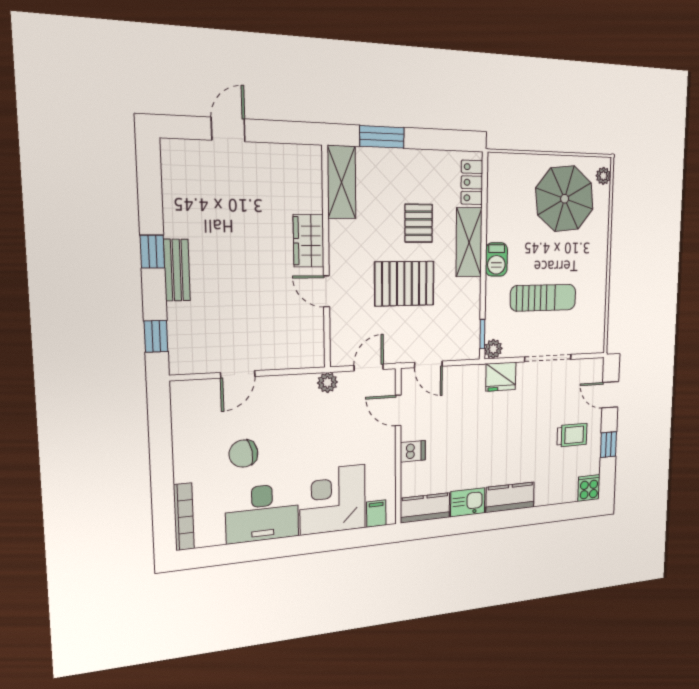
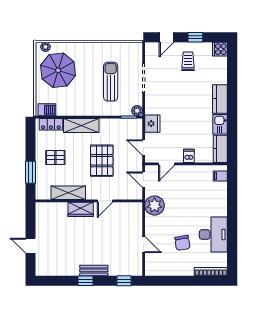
shelving: (342, 182) -> (68, 193), moved
pallet: (419, 223) -> (55, 158), moved
barbecue: (496, 259) -> (47, 110), moved
door: (428, 364) -> (144, 148), swing flipped
fridge: (501, 377) -> (152, 124), moved
plant: (327, 382) -> (155, 205), width x1.88, depth x1.88
corner desk: (333, 500) -> (210, 199), removed

